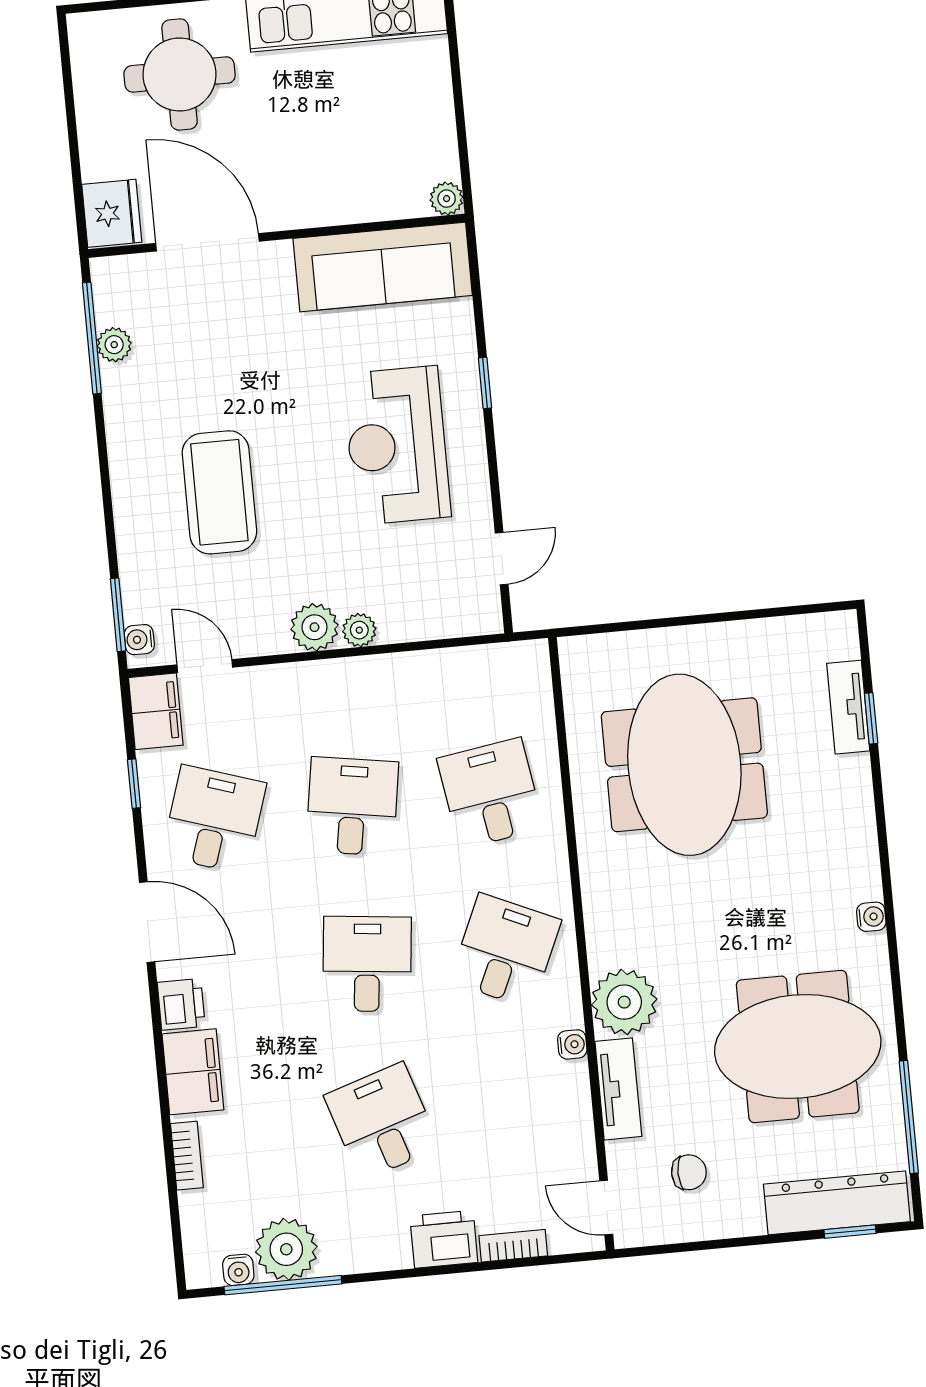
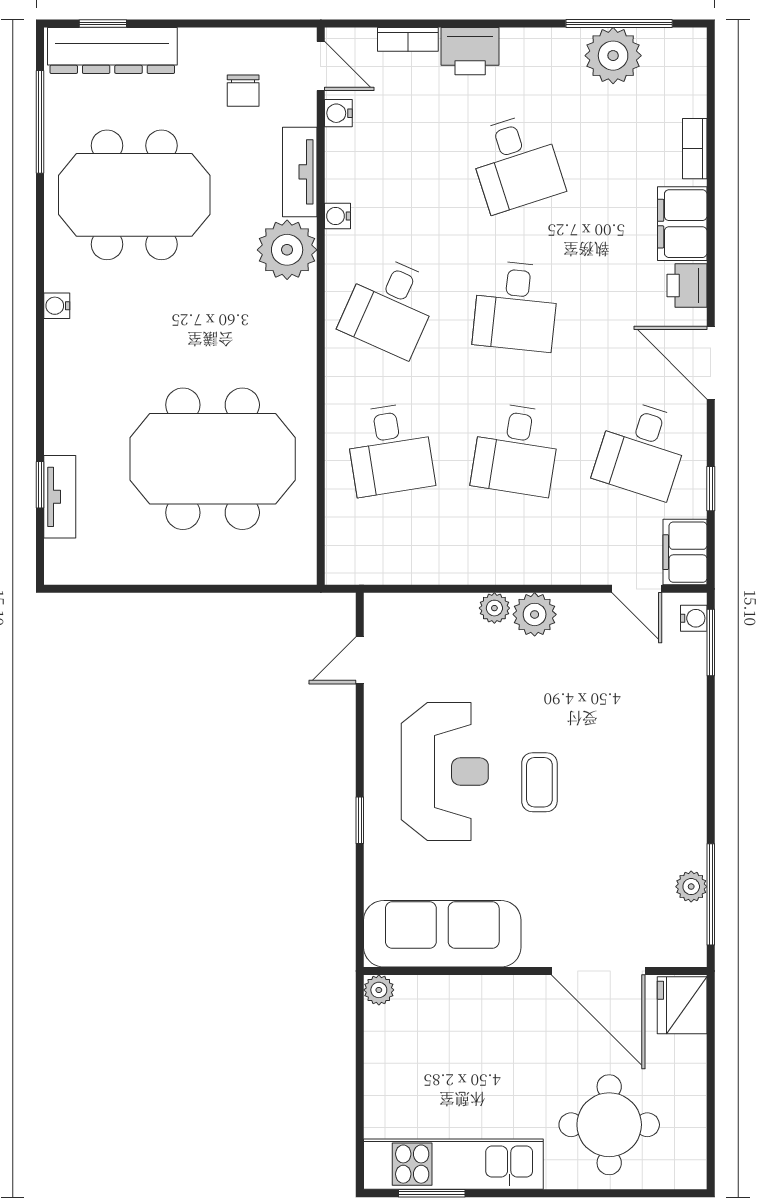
coffee table: (219, 492) -> (539, 782), moved, width x0.54, depth x0.58
meeting table: (684, 765) -> (213, 459), turned 90
chair: (689, 1172) -> (243, 91), turned -90
water cooler: (238, 1270) -> (338, 113), moved, turned -90

